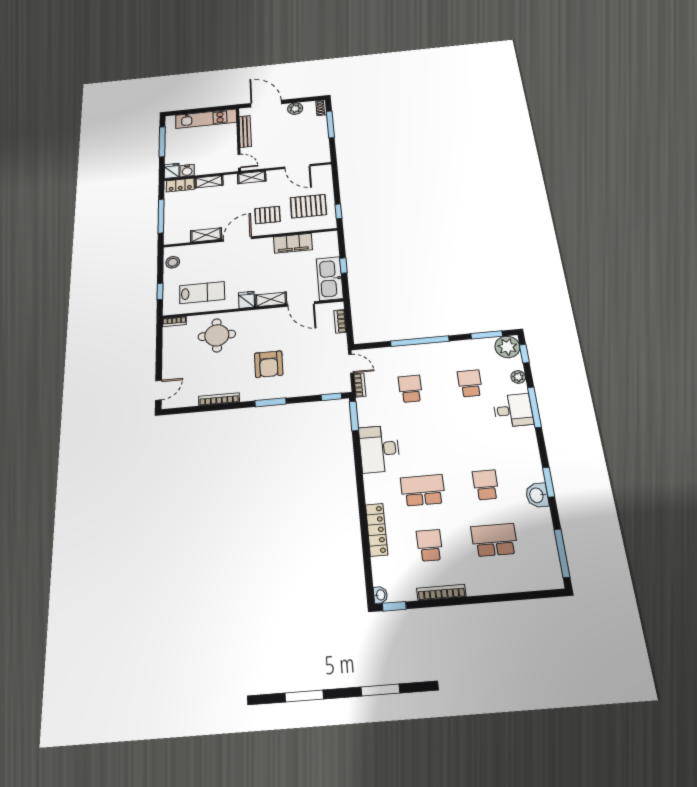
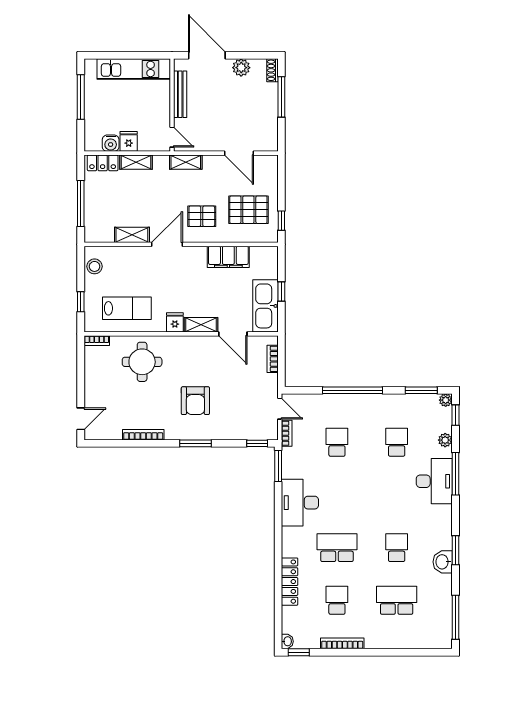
fridge: (172, 171) -> (129, 141), moved
plant: (507, 347) -> (446, 400), width x0.53, depth x0.53
desk: (513, 410) -> (434, 481), width x1.37

